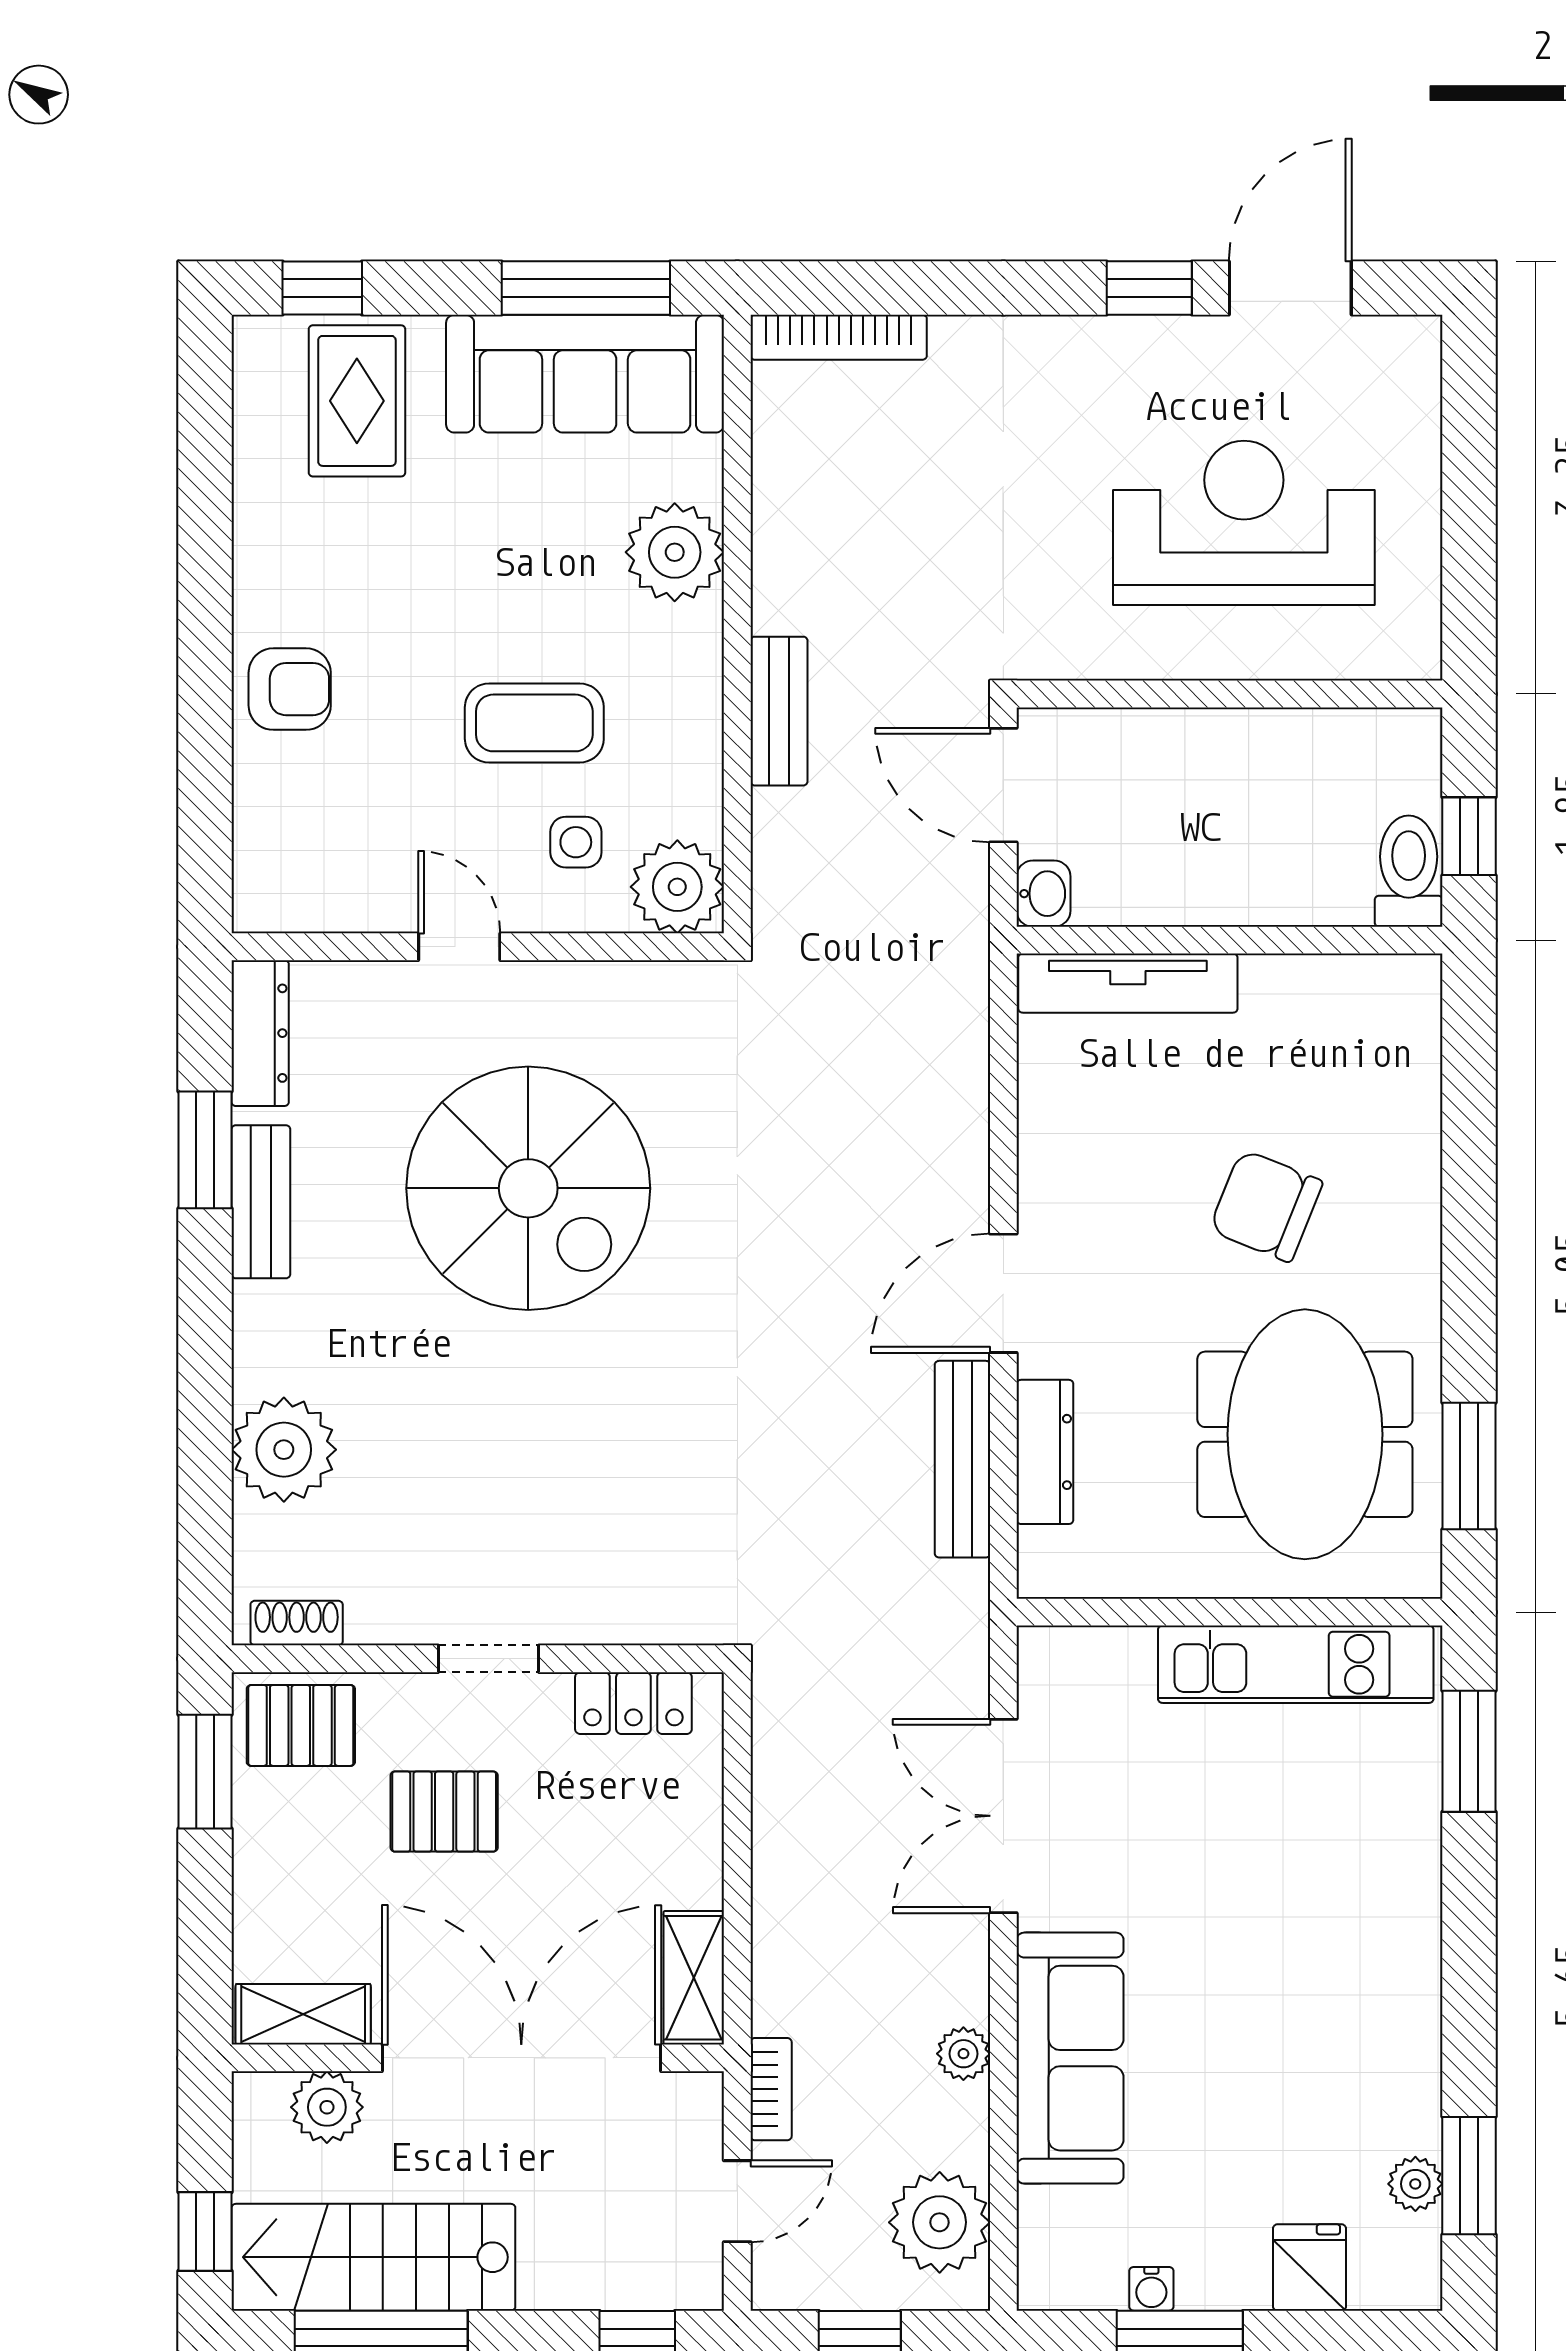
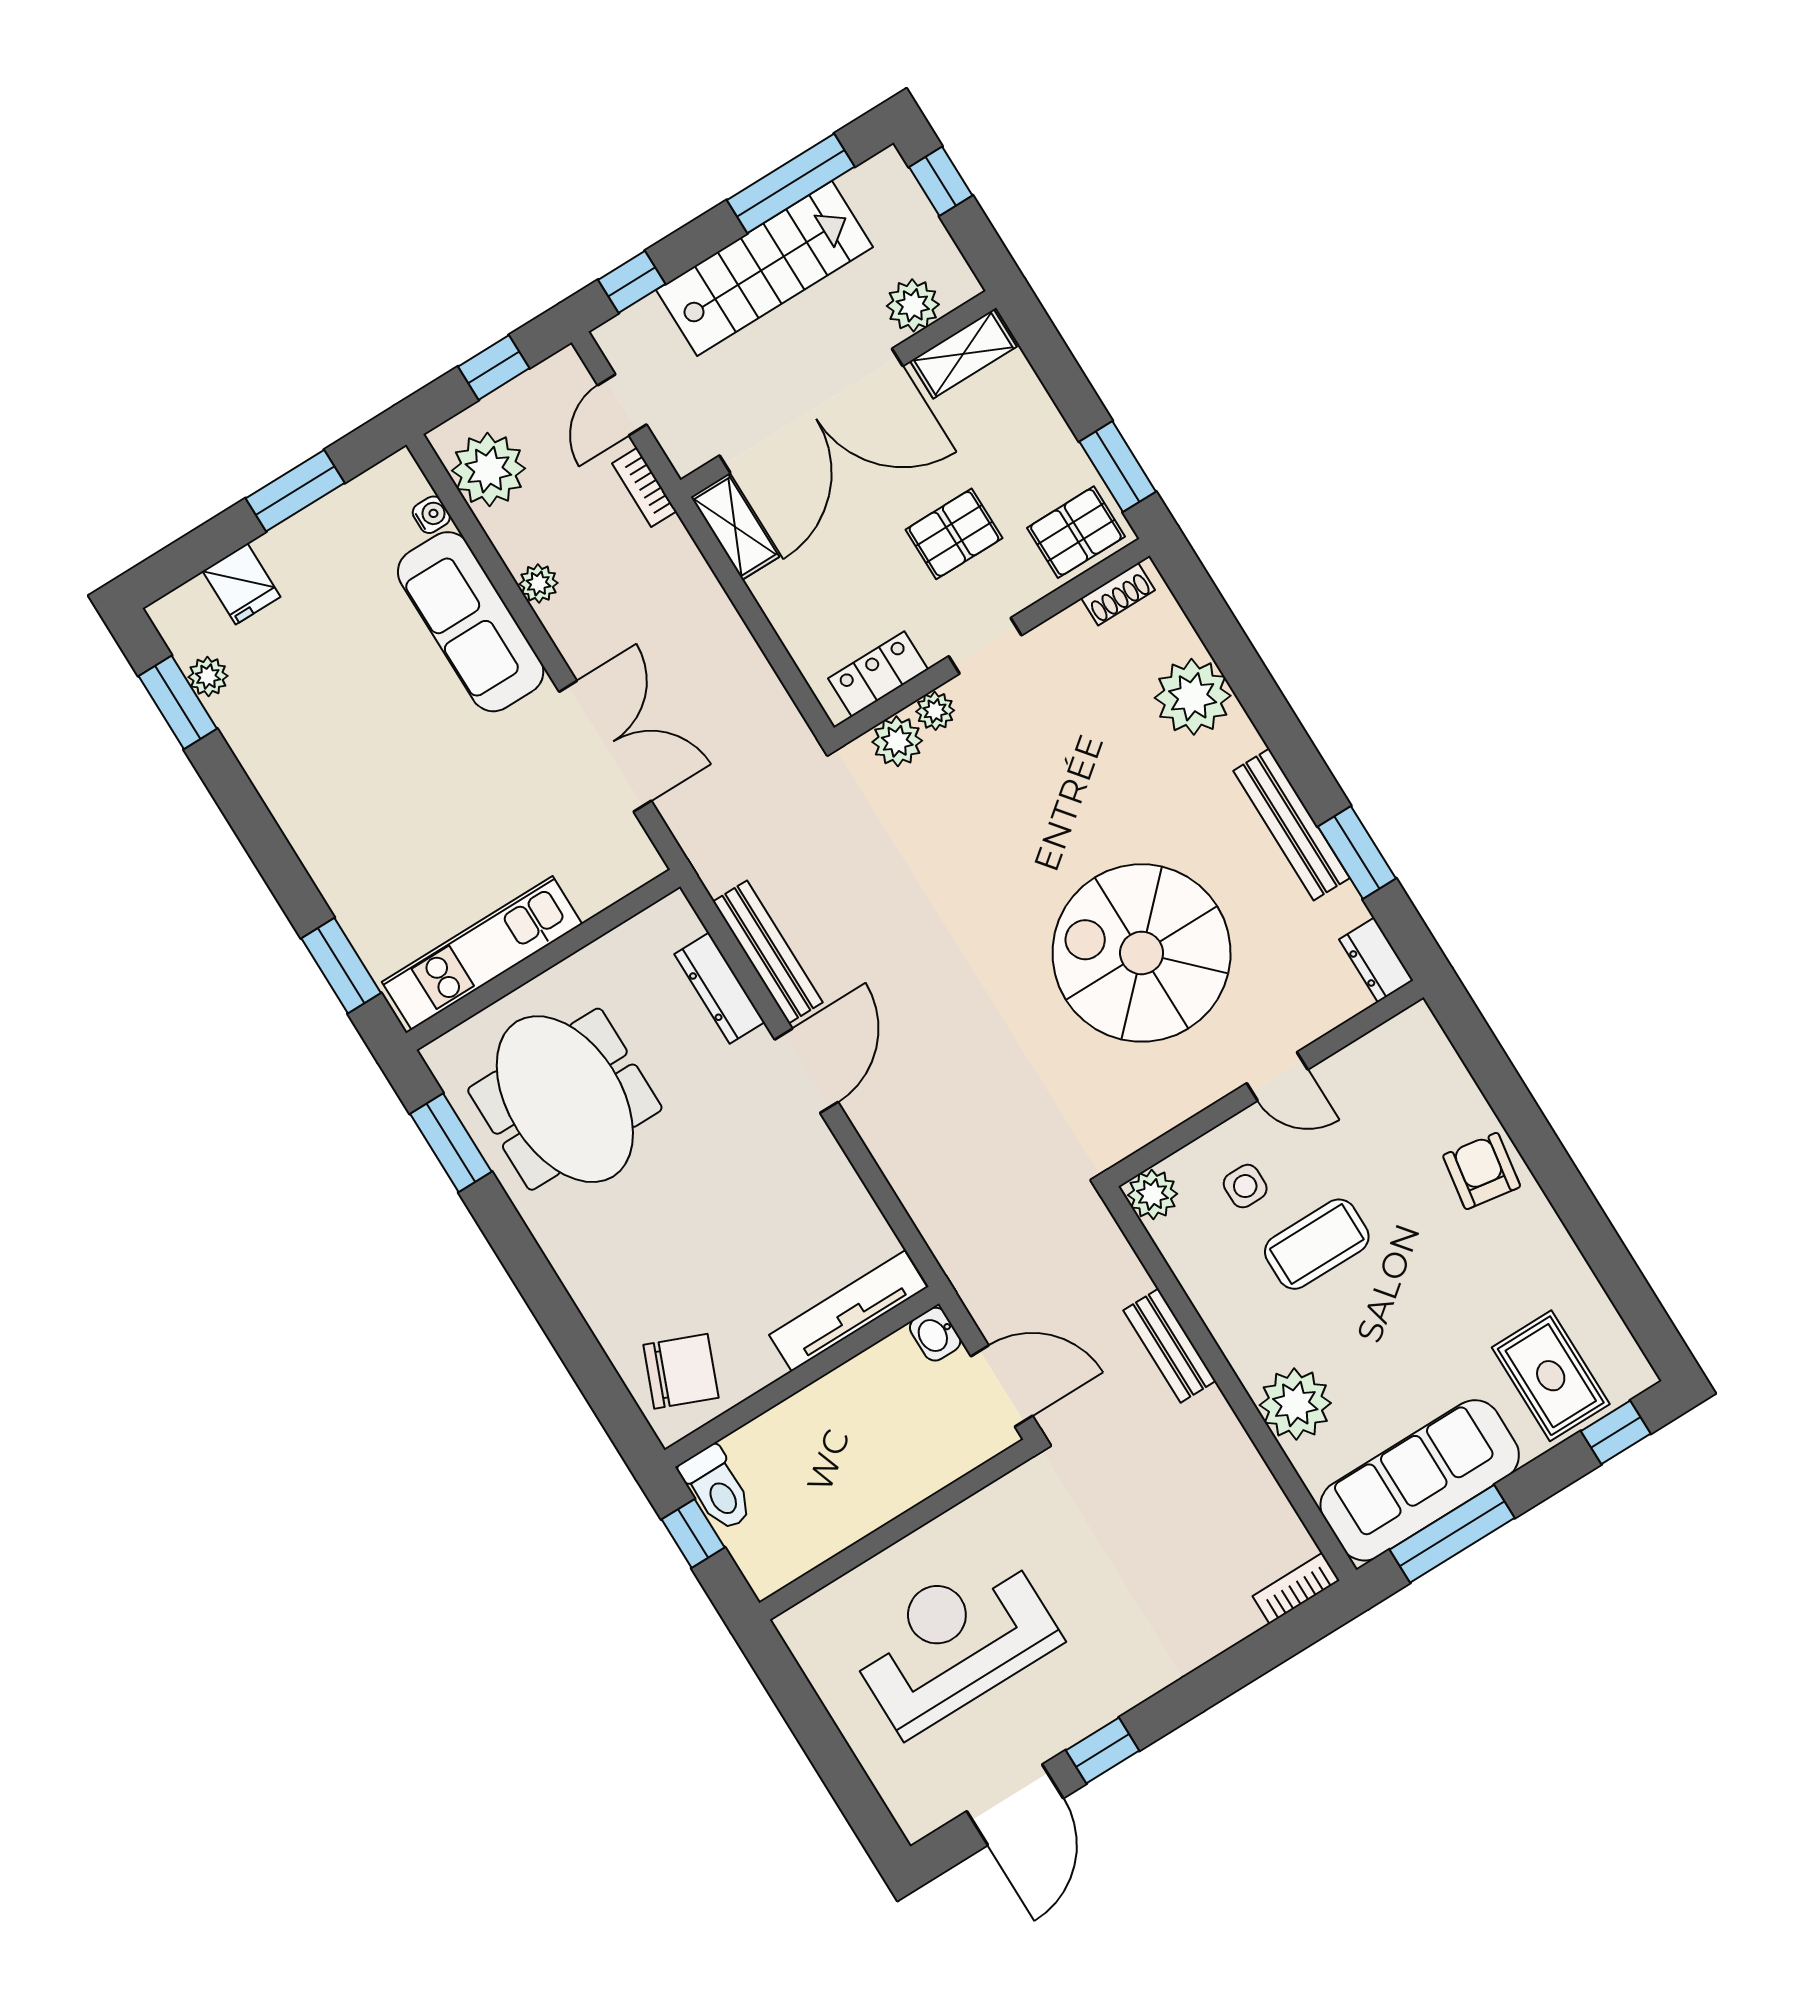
bookcase: (839, 337) -> (1296, 1588), width x0.64
reception desk: (1244, 523) -> (953, 1641), turned 180
armchair: (290, 689) -> (1482, 1171), turned 99
plant: (677, 887) -> (1153, 1194), width x0.73, depth x0.73
dresser: (260, 1033) -> (1376, 960), width x0.70
bench: (261, 1202) -> (1292, 824), width x1.36
chair: (1266, 1206) -> (681, 1371), moved
plant: (660, 1611) -> (897, 741), added
plant: (594, 1619) -> (935, 711), added
stairs: (373, 2257) -> (764, 268), moved
water cooler: (1151, 2289) -> (431, 515), moved, turned 90

